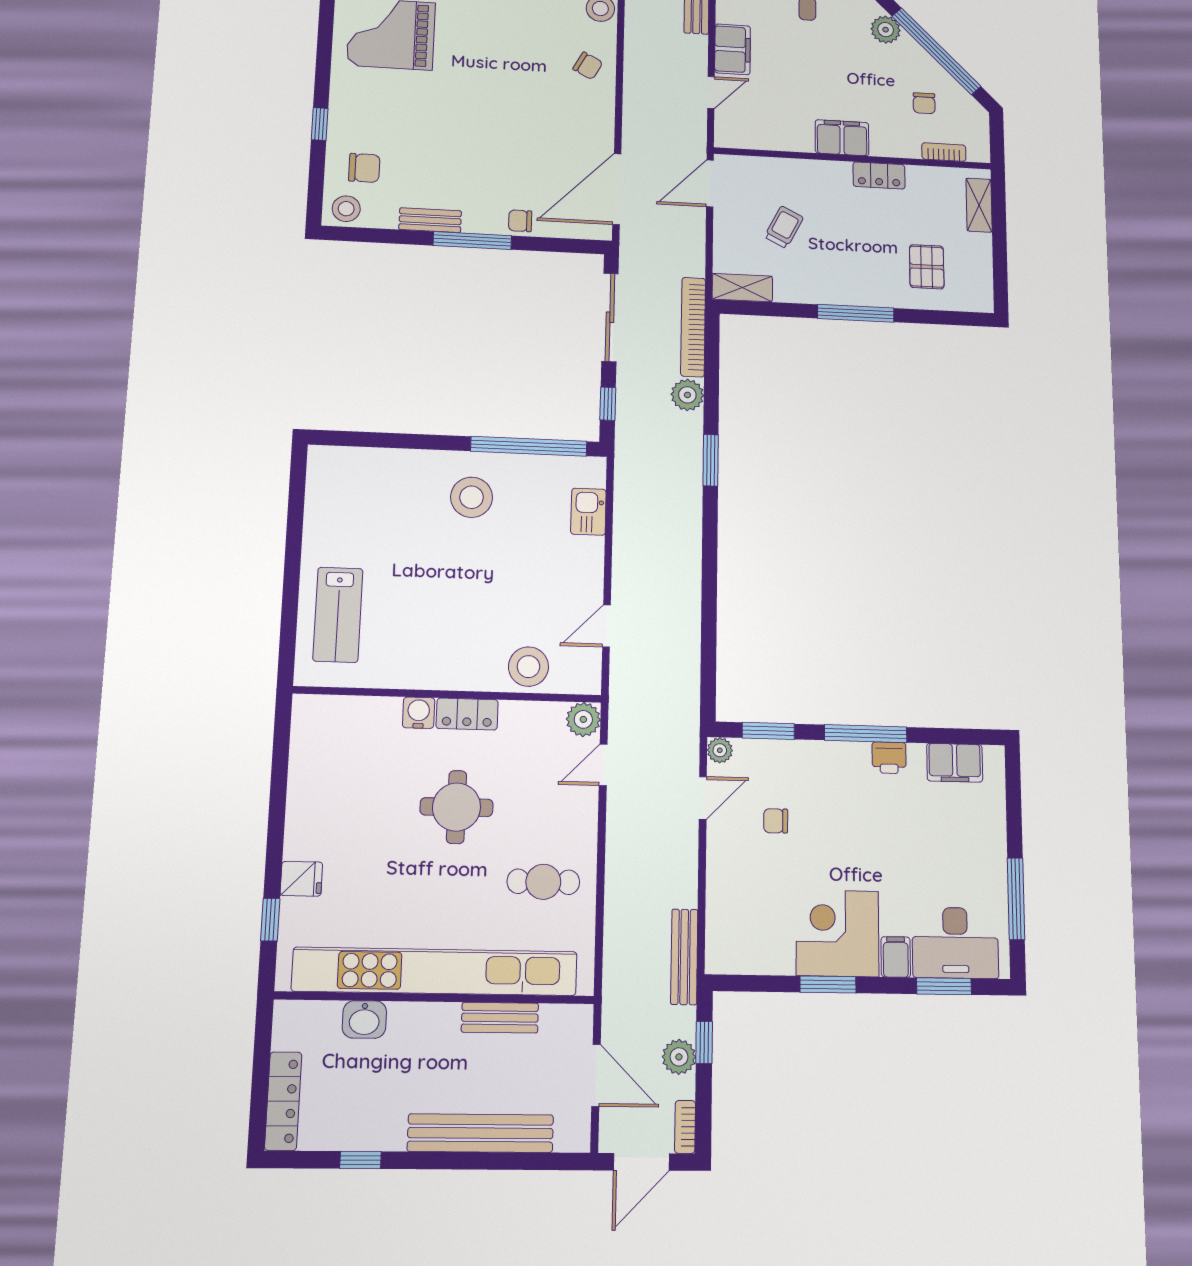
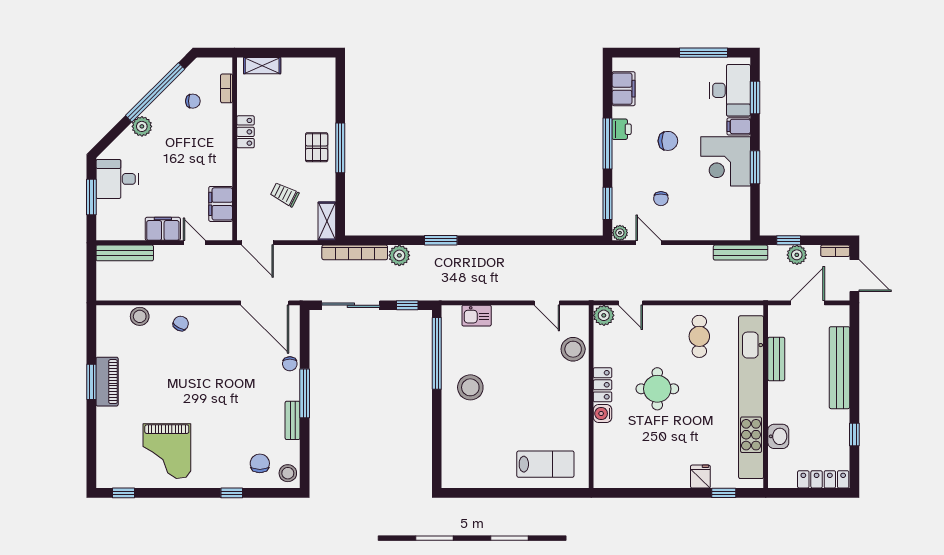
filing cabinet: (842, 138) -> (221, 204), moved
pallet: (927, 267) -> (317, 147), moved, turned 90
chair: (871, 835) -> (668, 141), added

